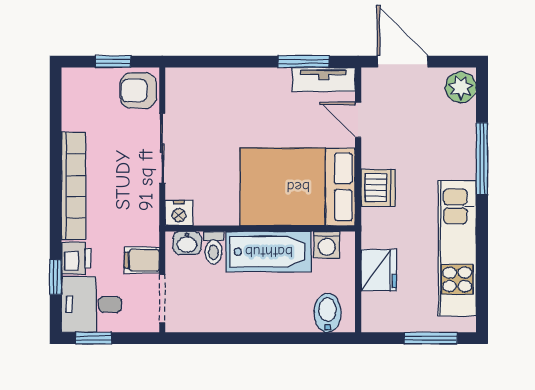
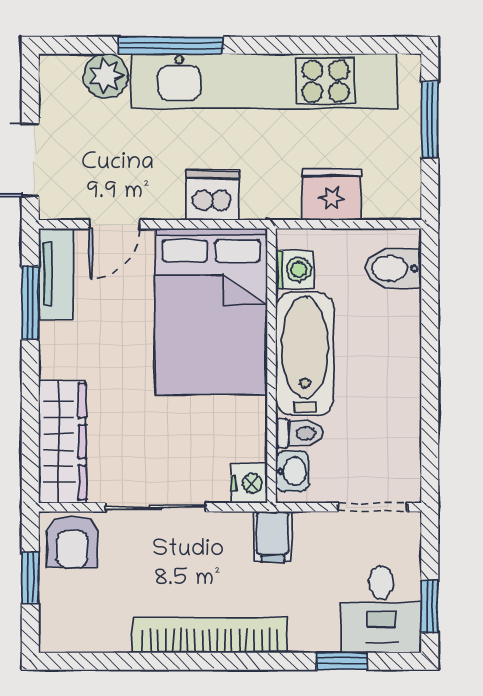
wardrobe: (208, 84) -> (62, 442), added
plant: (461, 87) -> (106, 76), moved
kitchen unit: (457, 248) -> (265, 81), width x1.36
printer: (76, 258) -> (314, 632), removed
filing cabinet: (142, 260) -> (273, 537), moved

